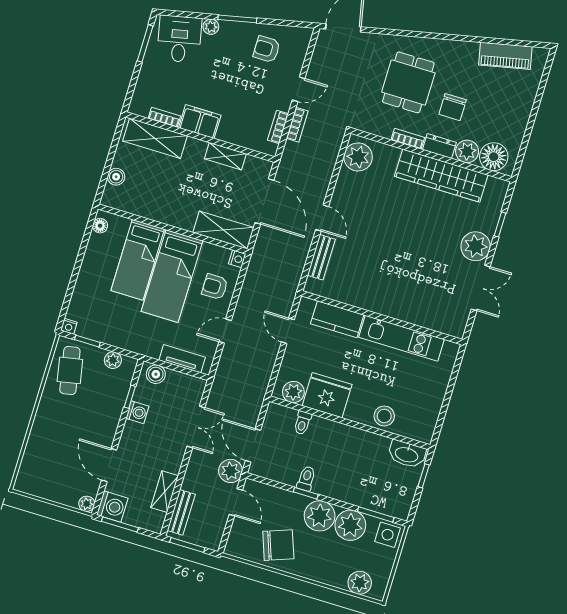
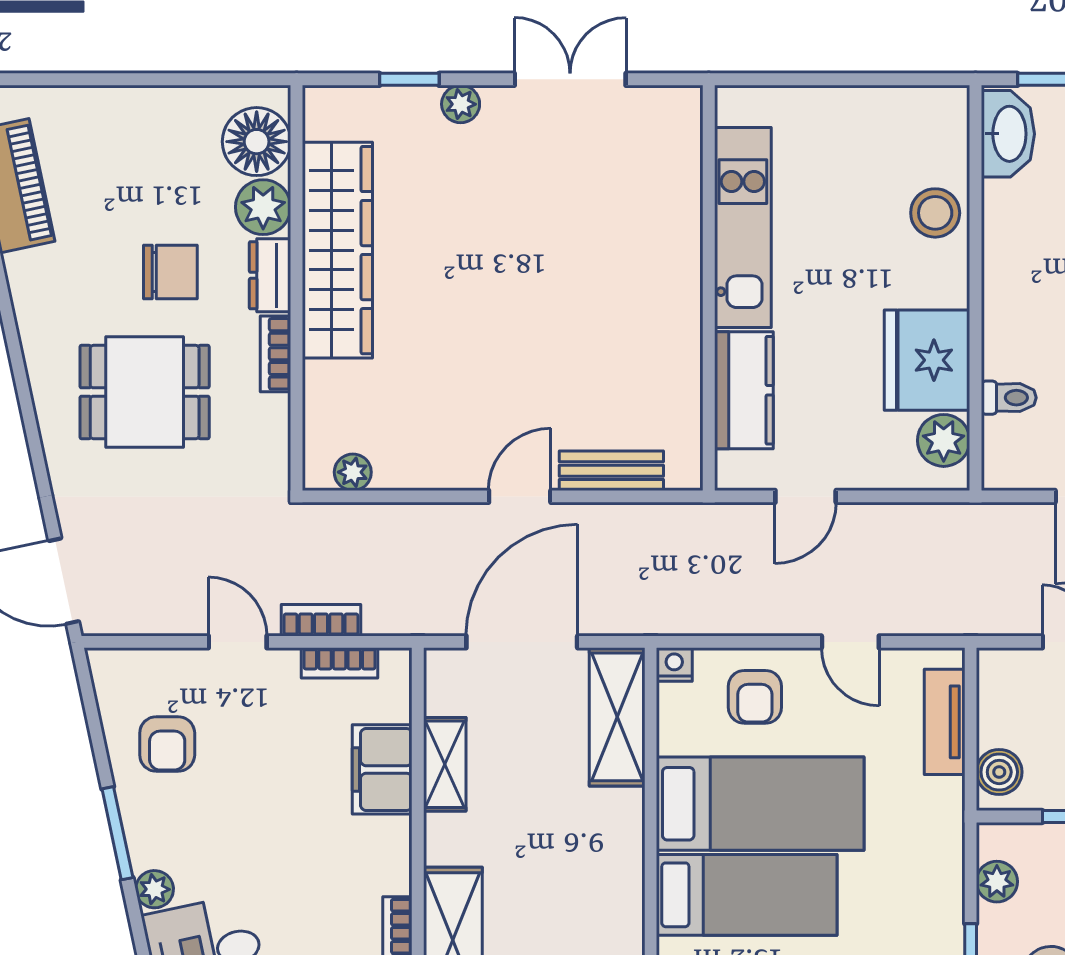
filing cabinet: (200, 122) -> (382, 769), moved
plant: (358, 157) -> (353, 472), width x0.53, depth x0.53
plant: (476, 246) -> (461, 104), width x0.53, depth x0.53

